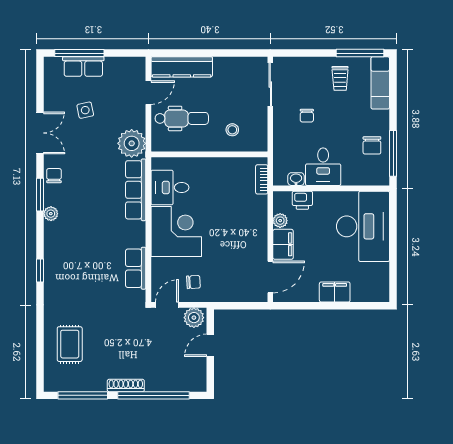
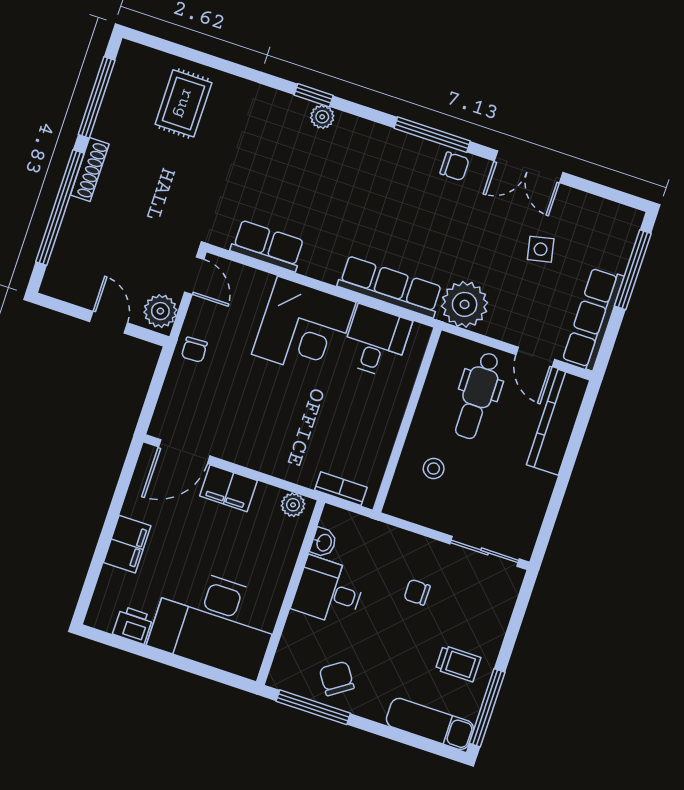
row of seats: (83, 67) -> (593, 319), moved, width x1.48
trolley: (340, 78) -> (458, 663), turned 180
chair: (372, 145) -> (337, 678), turned 56
window: (40, 195) -> (432, 135), width x1.44
printer: (302, 200) -> (133, 625), moved, turned 90
plant: (51, 214) -> (322, 117), moved
plant: (280, 221) -> (293, 505), moved
door: (270, 277) -> (184, 451), hinge flipped
chair: (193, 282) -> (194, 350), moved
rug: (70, 344) -> (183, 103), turned 90

